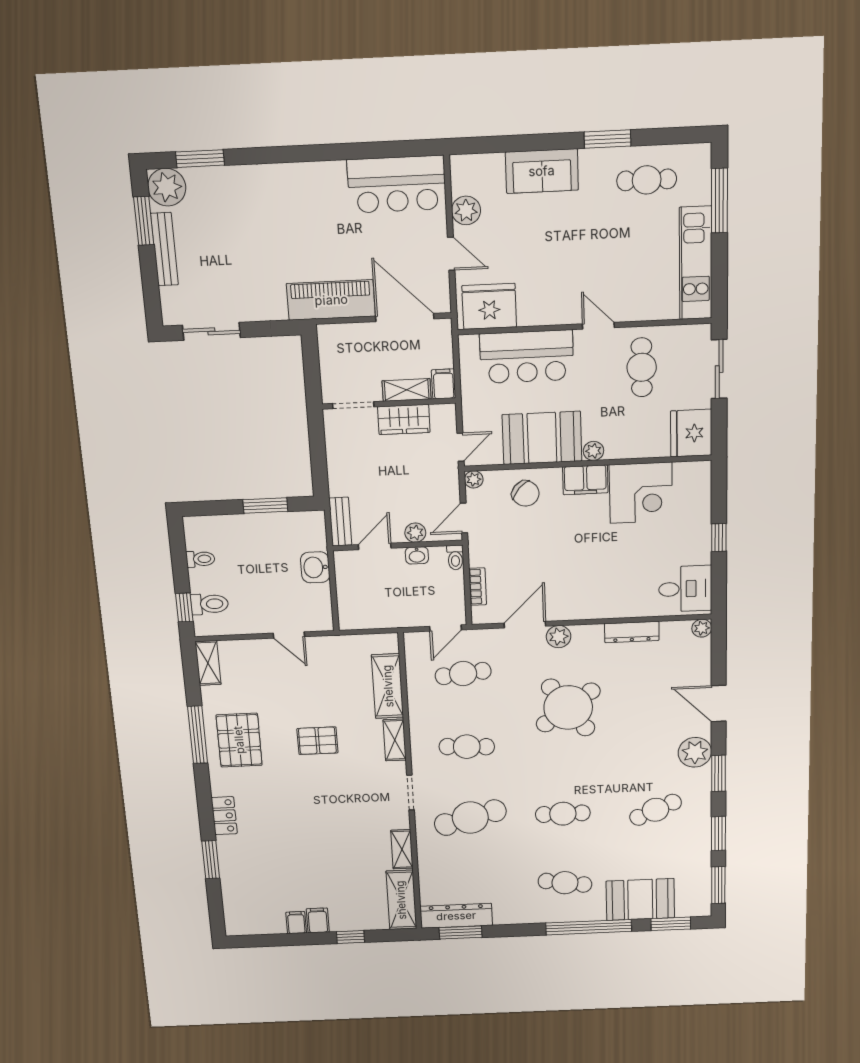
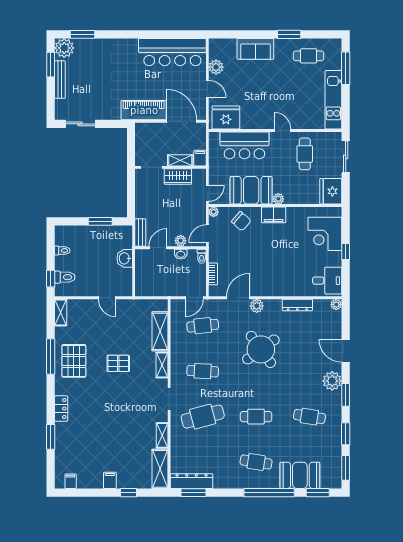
bar counter: (397, 184) -> (172, 52), width x1.36
corner desk: (641, 493) -> (325, 234), moved, turned 90
cafe table: (656, 810) -> (309, 417), turned 33
filing cabinet: (296, 923) -> (71, 481), moved

